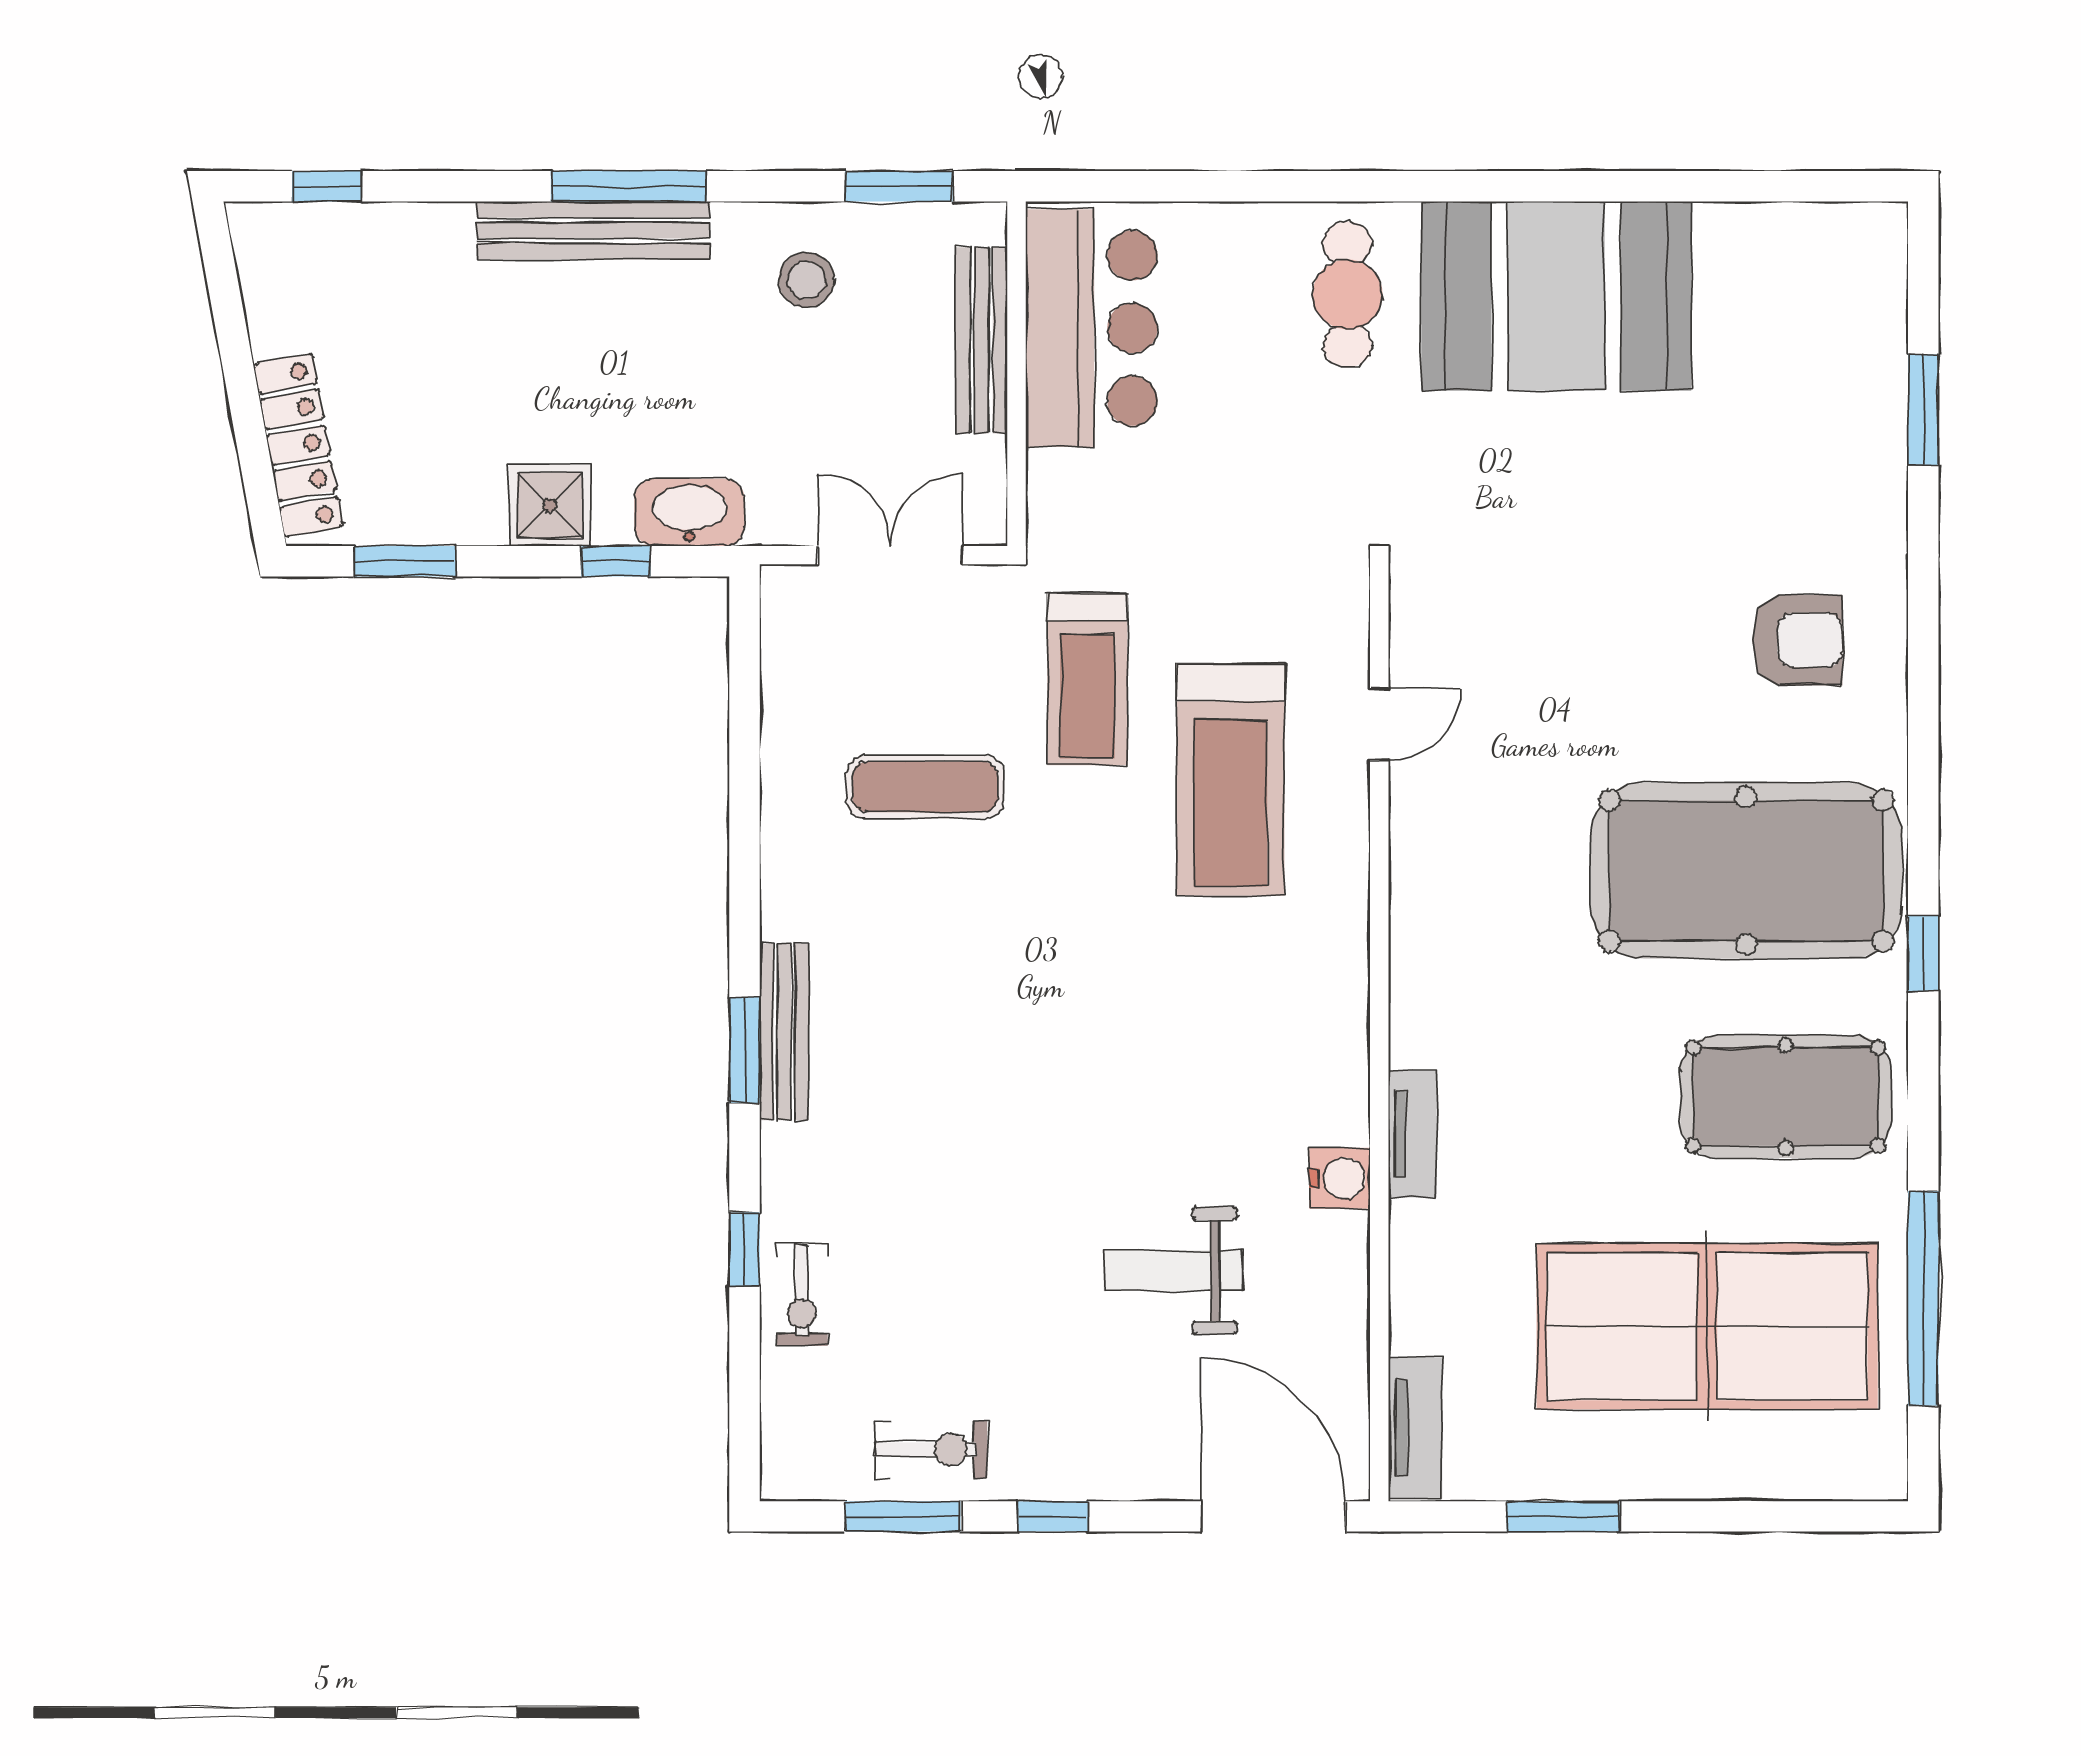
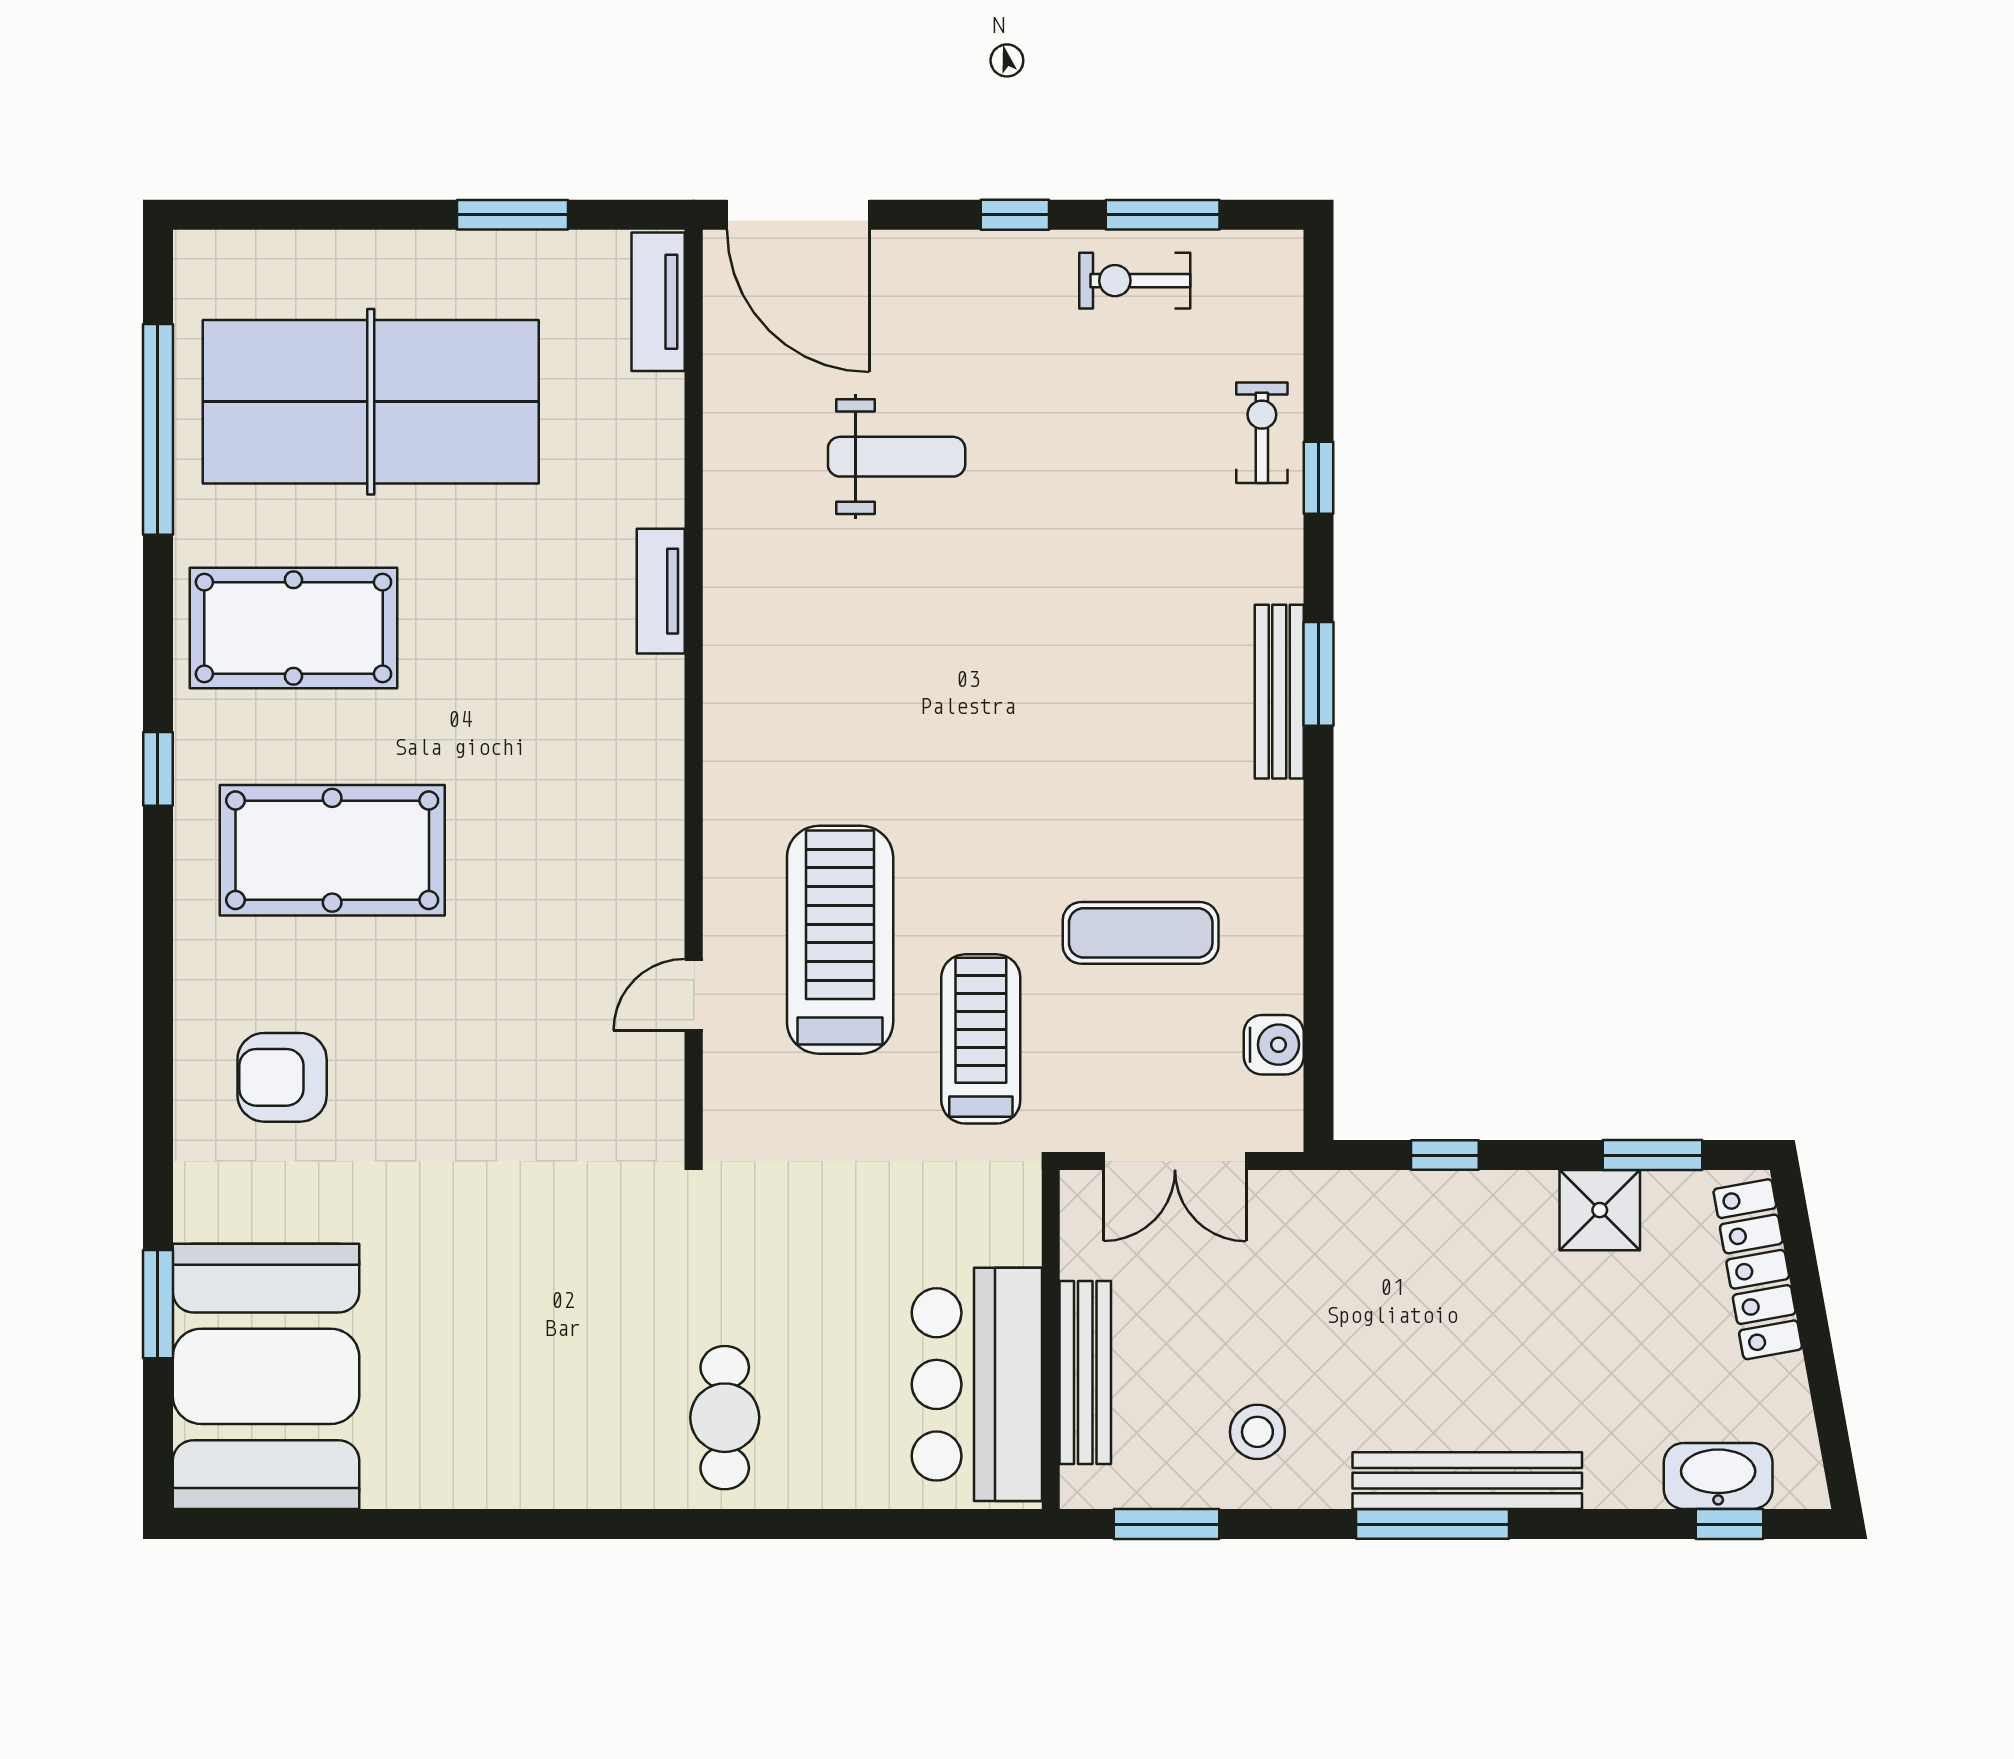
booth: (1556, 296) -> (266, 1376), moved, turned 90
shower: (550, 505) -> (1600, 1210), moved
washbasin: (689, 512) -> (1718, 1476), moved, turned 180
pool table: (1746, 871) -> (332, 850), width x0.73, depth x0.76
water cooler: (1340, 1178) -> (1274, 1045), moved, turned 180

